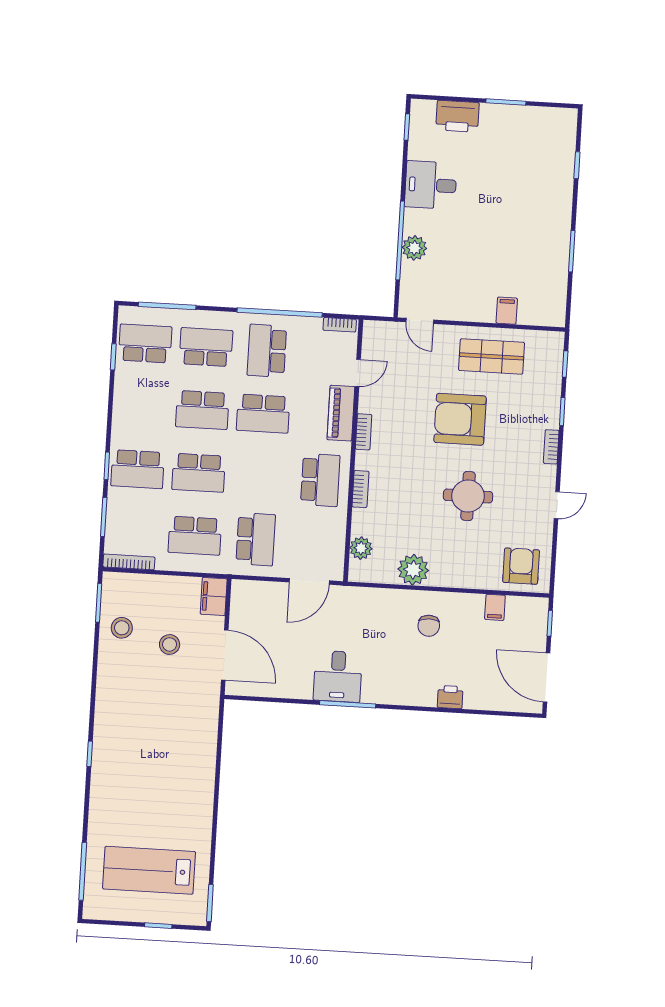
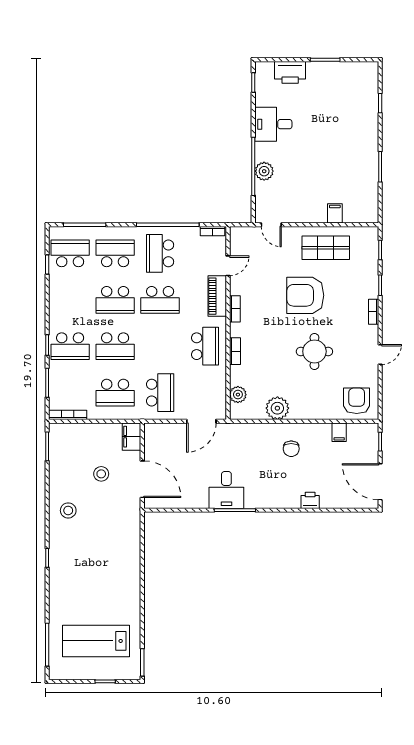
stool: (122, 628) -> (68, 510), moved

